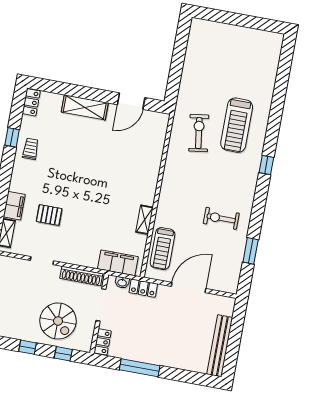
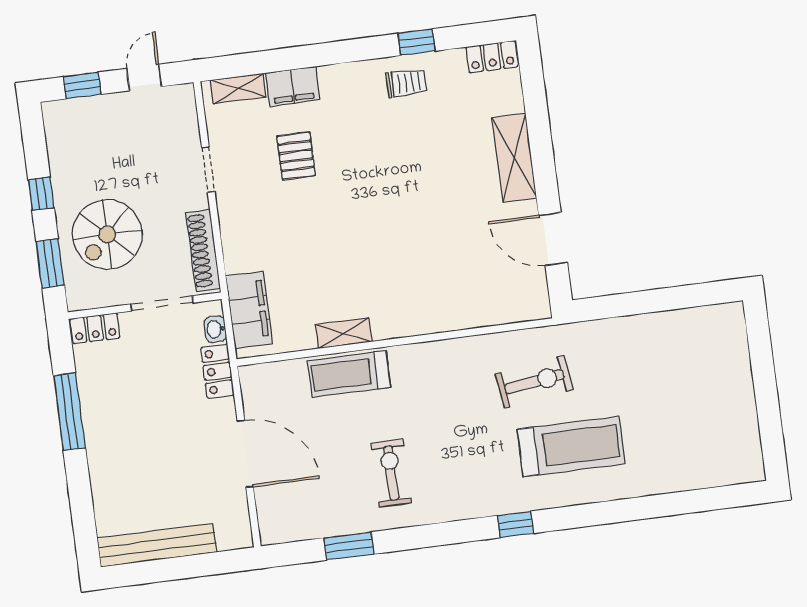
treadmill: (237, 125) -> (571, 447), turned 180
treadmill: (163, 249) -> (349, 374), moved
window: (63, 354) -> (50, 263), width x1.50

